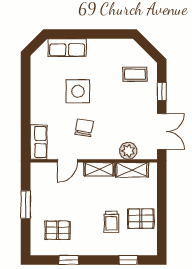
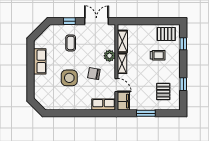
row of seats: (67, 48) -> (40, 61), moved
coffee table: (135, 74) -> (71, 43), moved
plant: (128, 151) -> (110, 56), moved
filing cabinet: (44, 171) -> (123, 101), added
pallet: (141, 219) -> (166, 34), moved, turned 90

